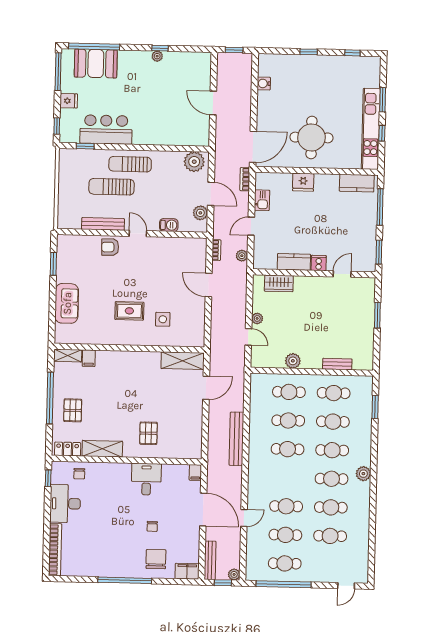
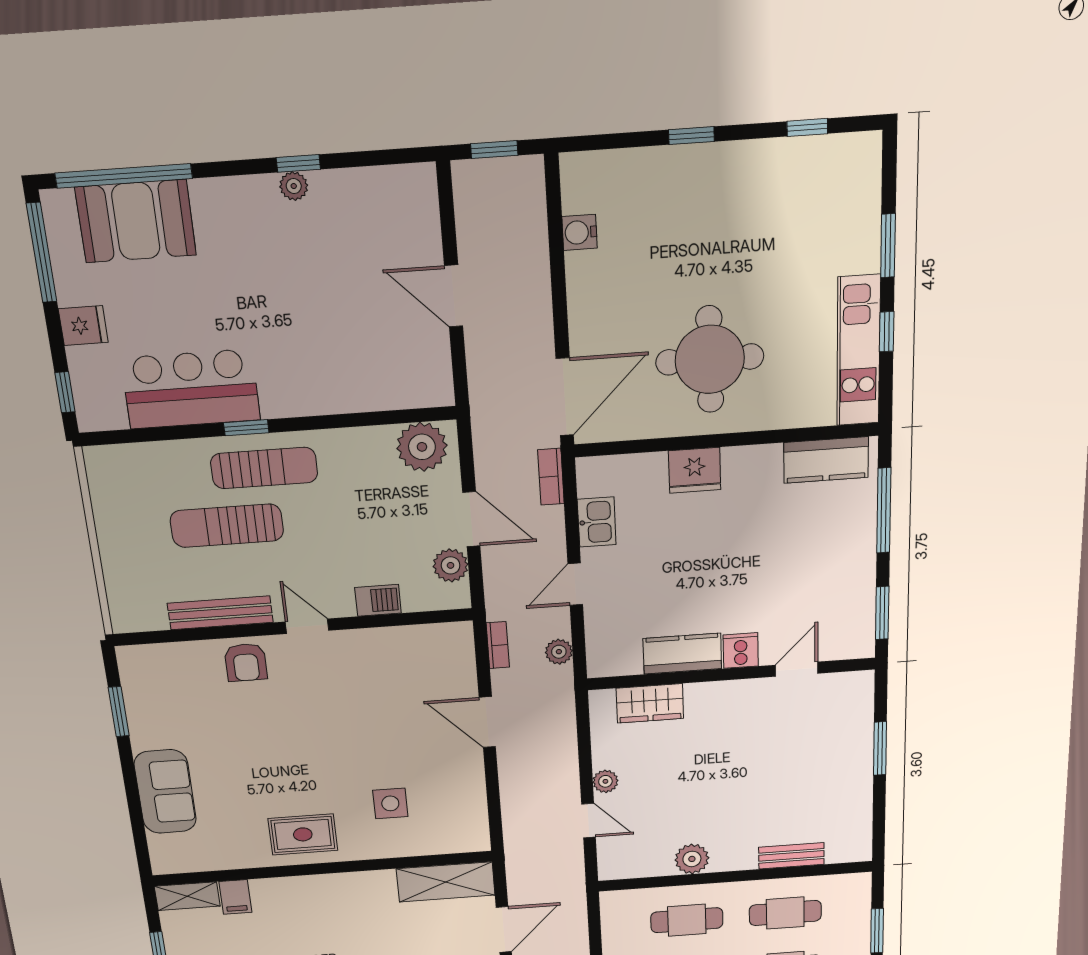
kitchen unit: (371, 129) -> (858, 351), width x0.73
window: (85, 146) -> (246, 428), moved
sun lounger: (130, 164) -> (264, 468), turned 180
armchair: (110, 247) -> (246, 662), turned -88
rug: (129, 311) -> (303, 834), moved

